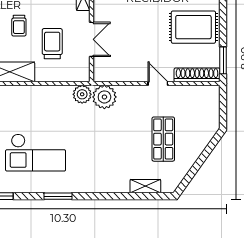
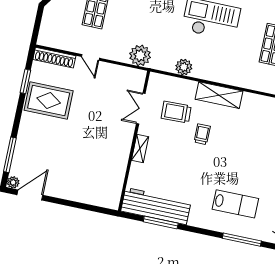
trolley: (52, 44) -> (176, 112), turned 88
window: (223, 60) -> (25, 81), moved
plant: (82, 94) -> (184, 67), moved

